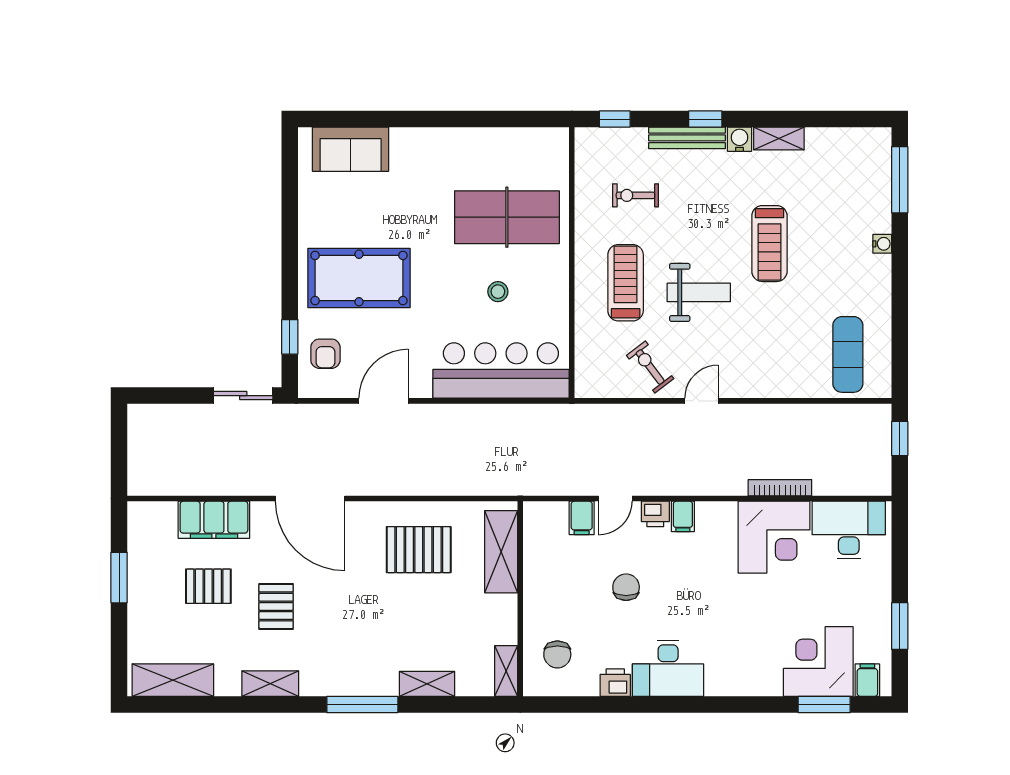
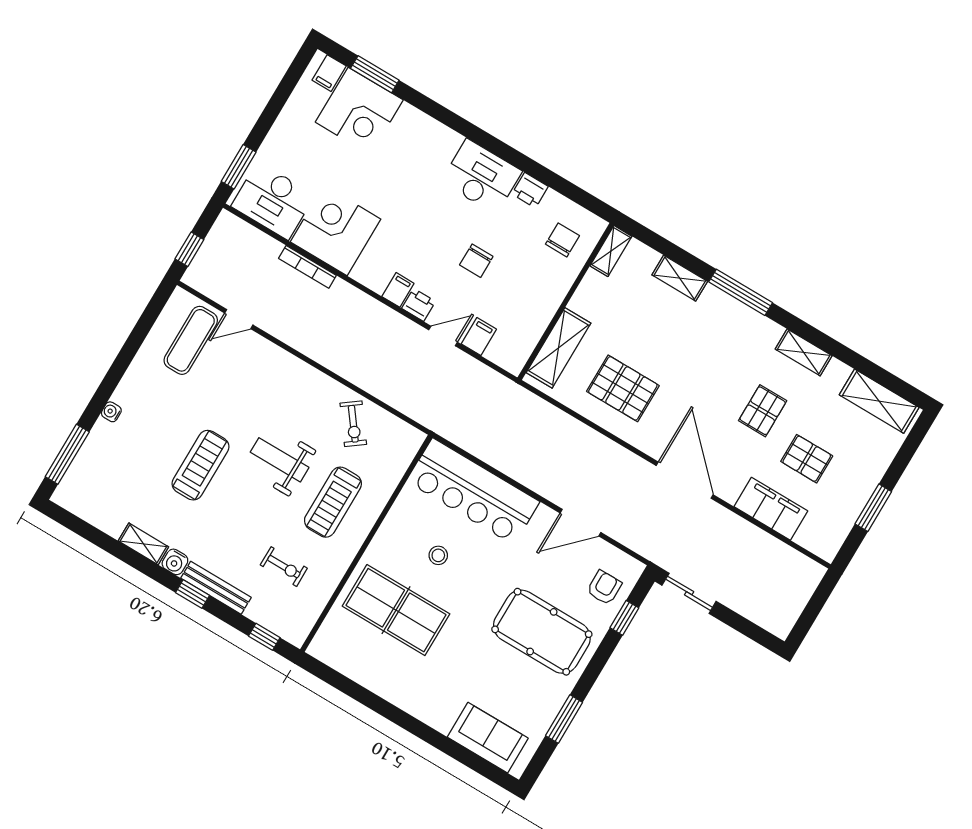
window: (290, 209) -> (564, 719), added
door: (701, 401) -> (239, 319), moved
window: (900, 626) -> (239, 167), moved

